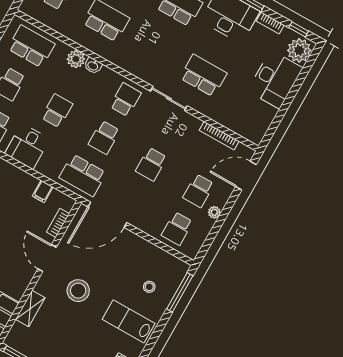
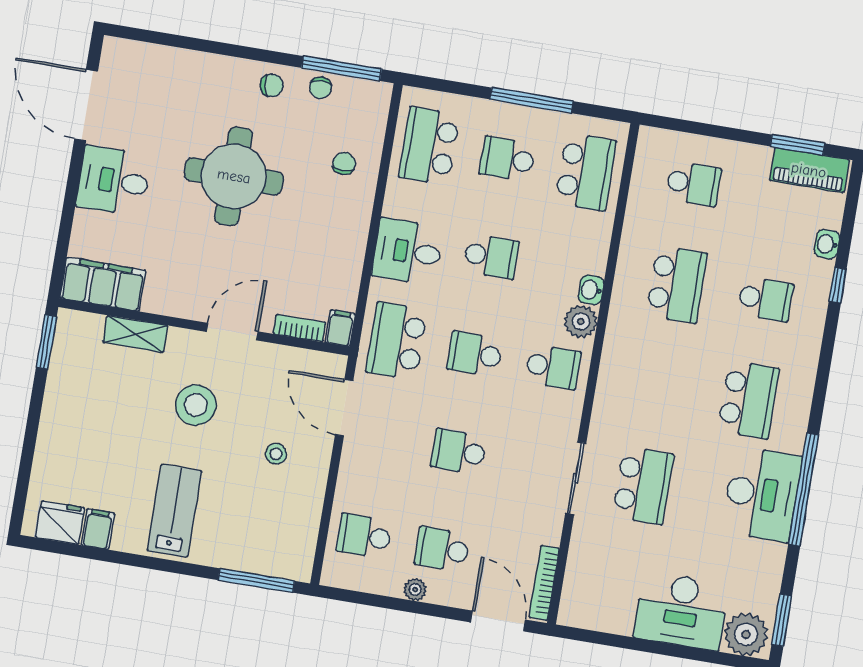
bookcase: (270, 23) -> (775, 568), removed
window: (299, 29) -> (782, 620), width x1.50
plant: (76, 59) -> (581, 322), moved
sliding door: (169, 99) -> (576, 478), moved
bookcase: (219, 136) -> (544, 583), moved
desk: (27, 146) -> (408, 251), moved
filing cabinet: (43, 192) -> (340, 328), moved, turned 90
door: (107, 215) -> (344, 408), width x0.73
stool: (149, 287) -> (276, 454), moved

